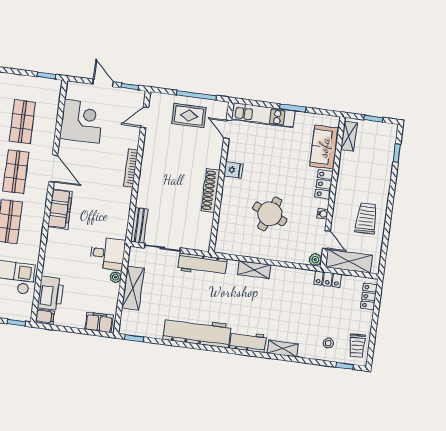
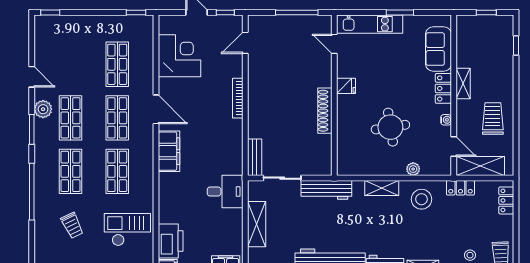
rug: (189, 116) -> (292, 35), removed
shelving: (349, 136) -> (463, 84), moved
round table: (270, 214) -> (390, 127), turned -31
plant: (315, 260) -> (413, 169), moved
plant: (116, 277) -> (237, 215), removed
stool: (290, 285) -> (421, 199), added

